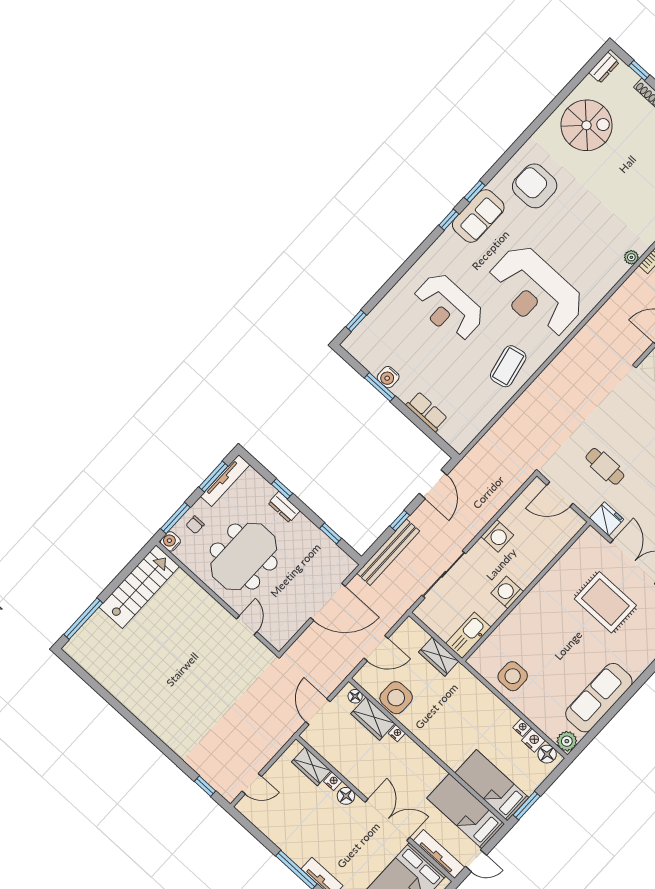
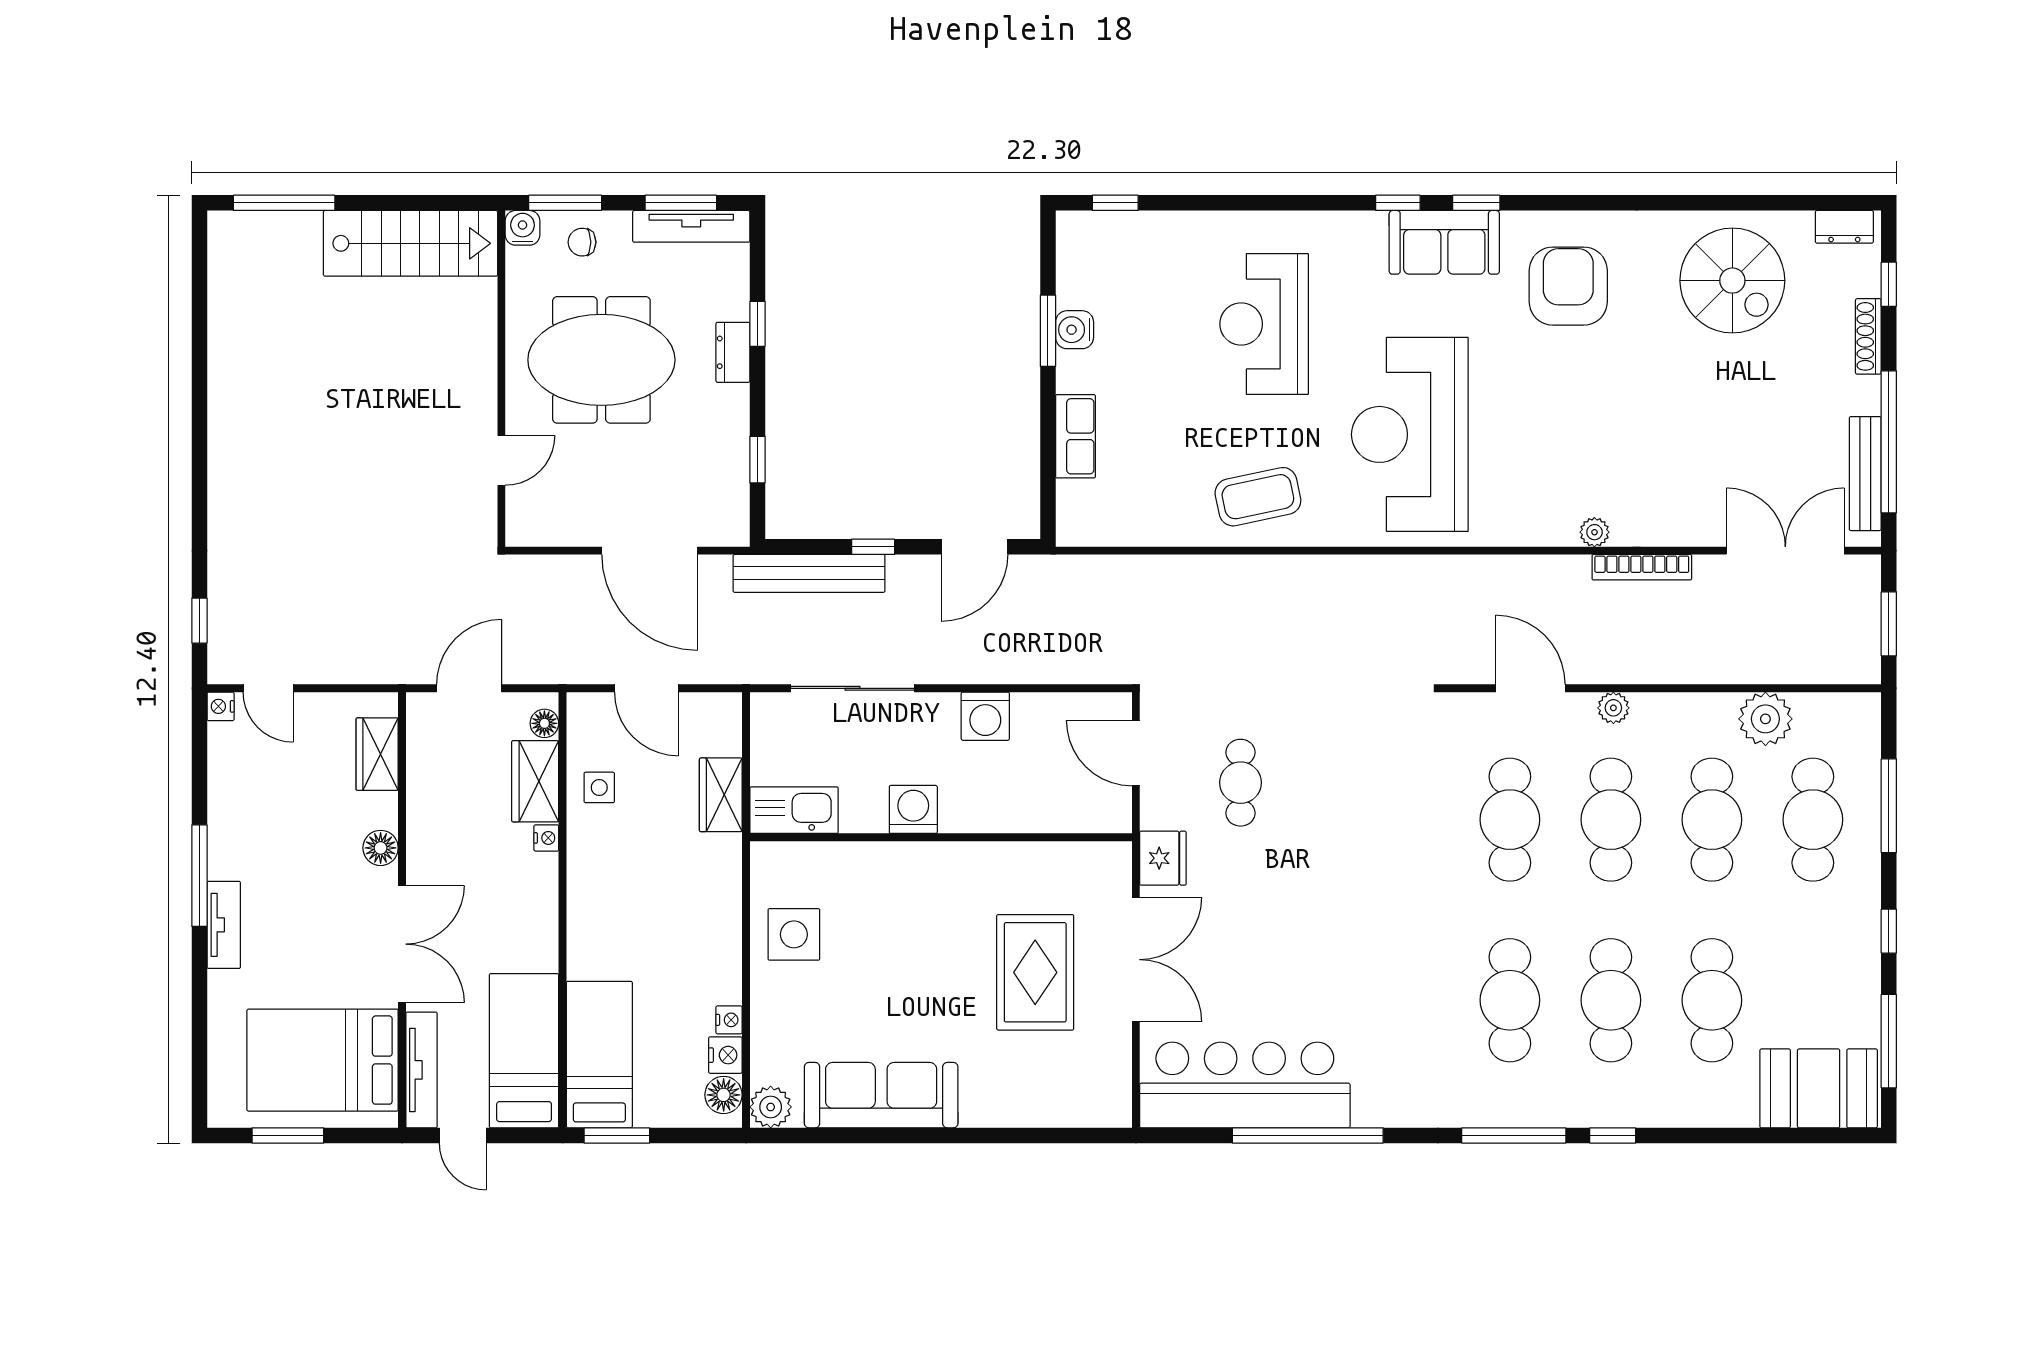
side table: (396, 698) -> (599, 787), width x0.54, depth x0.54
nightstand: (333, 781) -> (221, 706), moved, turned 180

